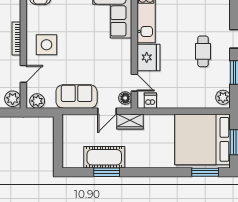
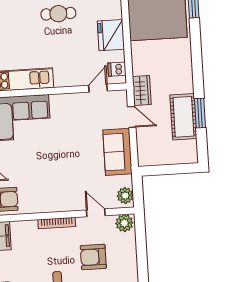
side table: (47, 45) -> (62, 189), removed
fridge: (149, 57) -> (111, 35), moved, turned -90
floor lamp: (125, 98) -> (116, 97), removed

